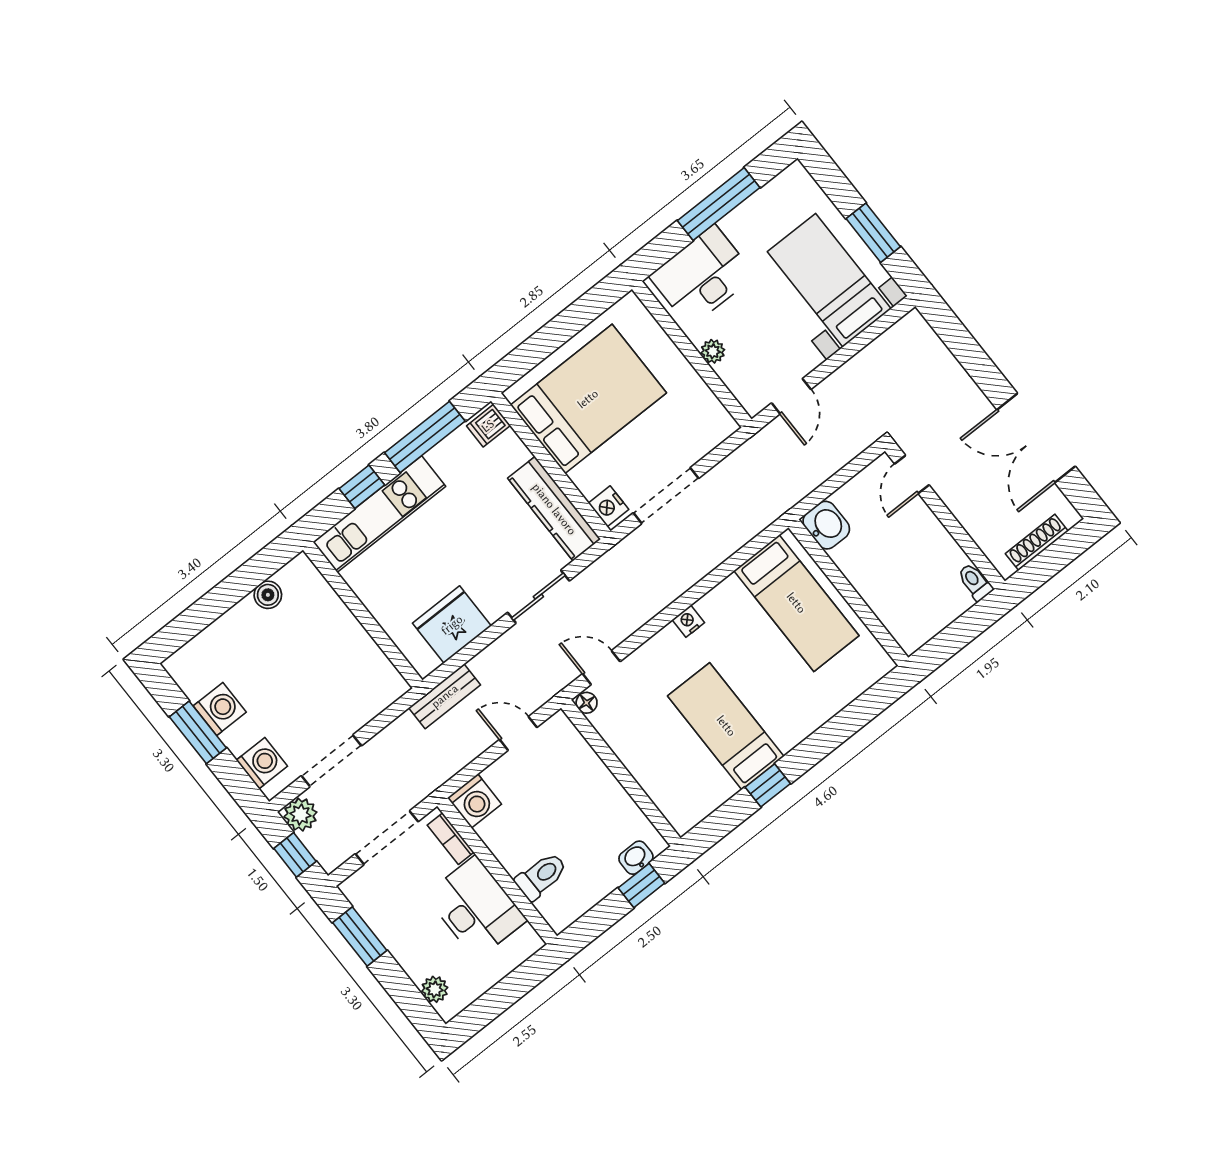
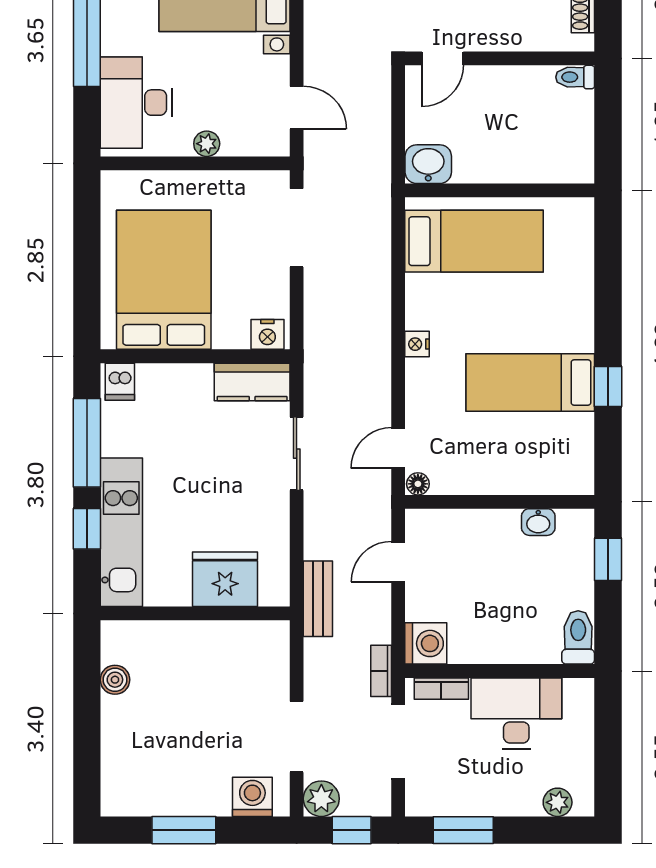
door: (912, 474) -> (443, 58), hinge flipped
doorway: (666, 496) -> (297, 228), moved
kitchen counter: (554, 509) -> (252, 382), width x0.67
fridge: (452, 625) -> (225, 579), moved, turned 90
washing machine: (220, 709) -> (179, 796), removed
bookcase: (428, 784) -> (381, 671), added
washbasin: (636, 858) -> (538, 522), moved, turned -90
toilet: (541, 876) -> (578, 637), moved

